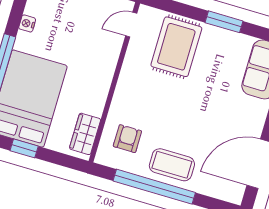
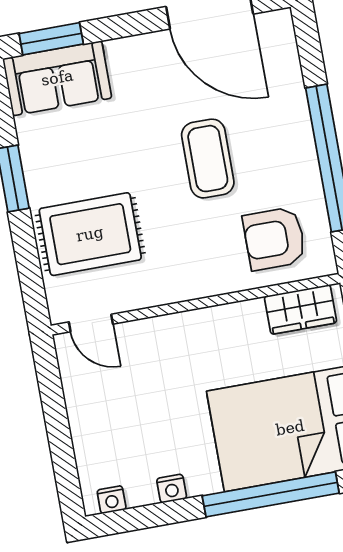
armchair: (127, 139) -> (274, 239), width x1.38, depth x1.38
coffee table: (172, 165) -> (208, 159), moved

